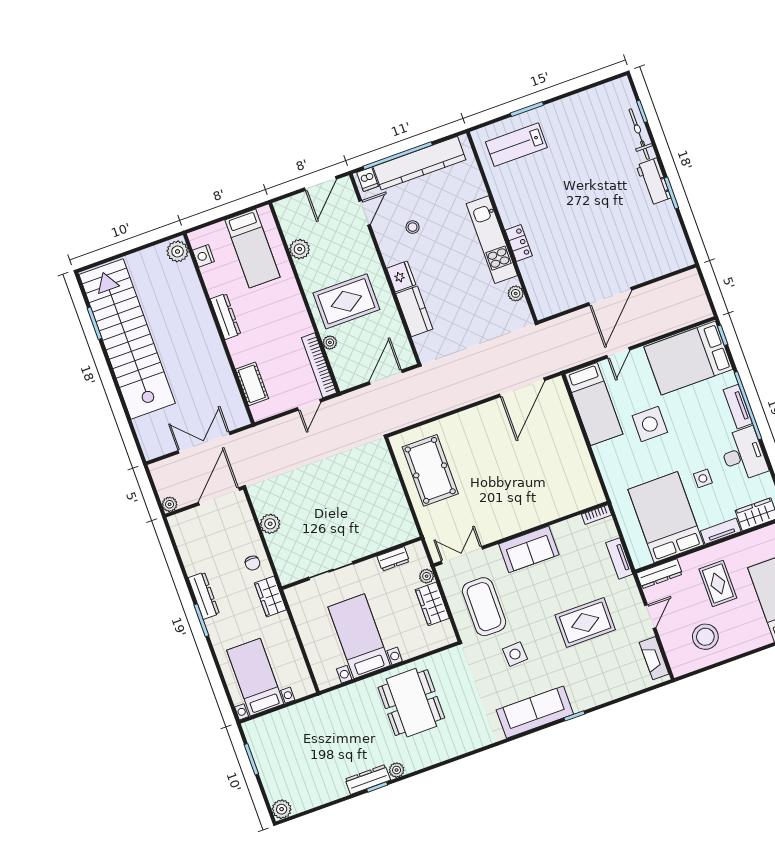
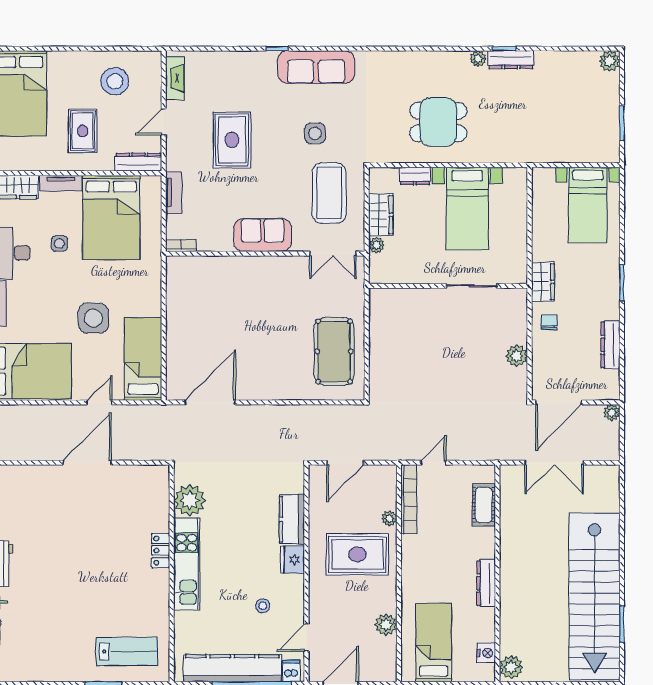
plant: (516, 293) -> (190, 500), width x1.87, depth x1.87
dresser: (393, 559) -> (415, 176), moved, turned 180
dresser: (204, 596) -> (611, 345), moved
rug: (585, 622) -> (232, 140), turned 90
dining table: (411, 703) -> (438, 122), width x0.73

